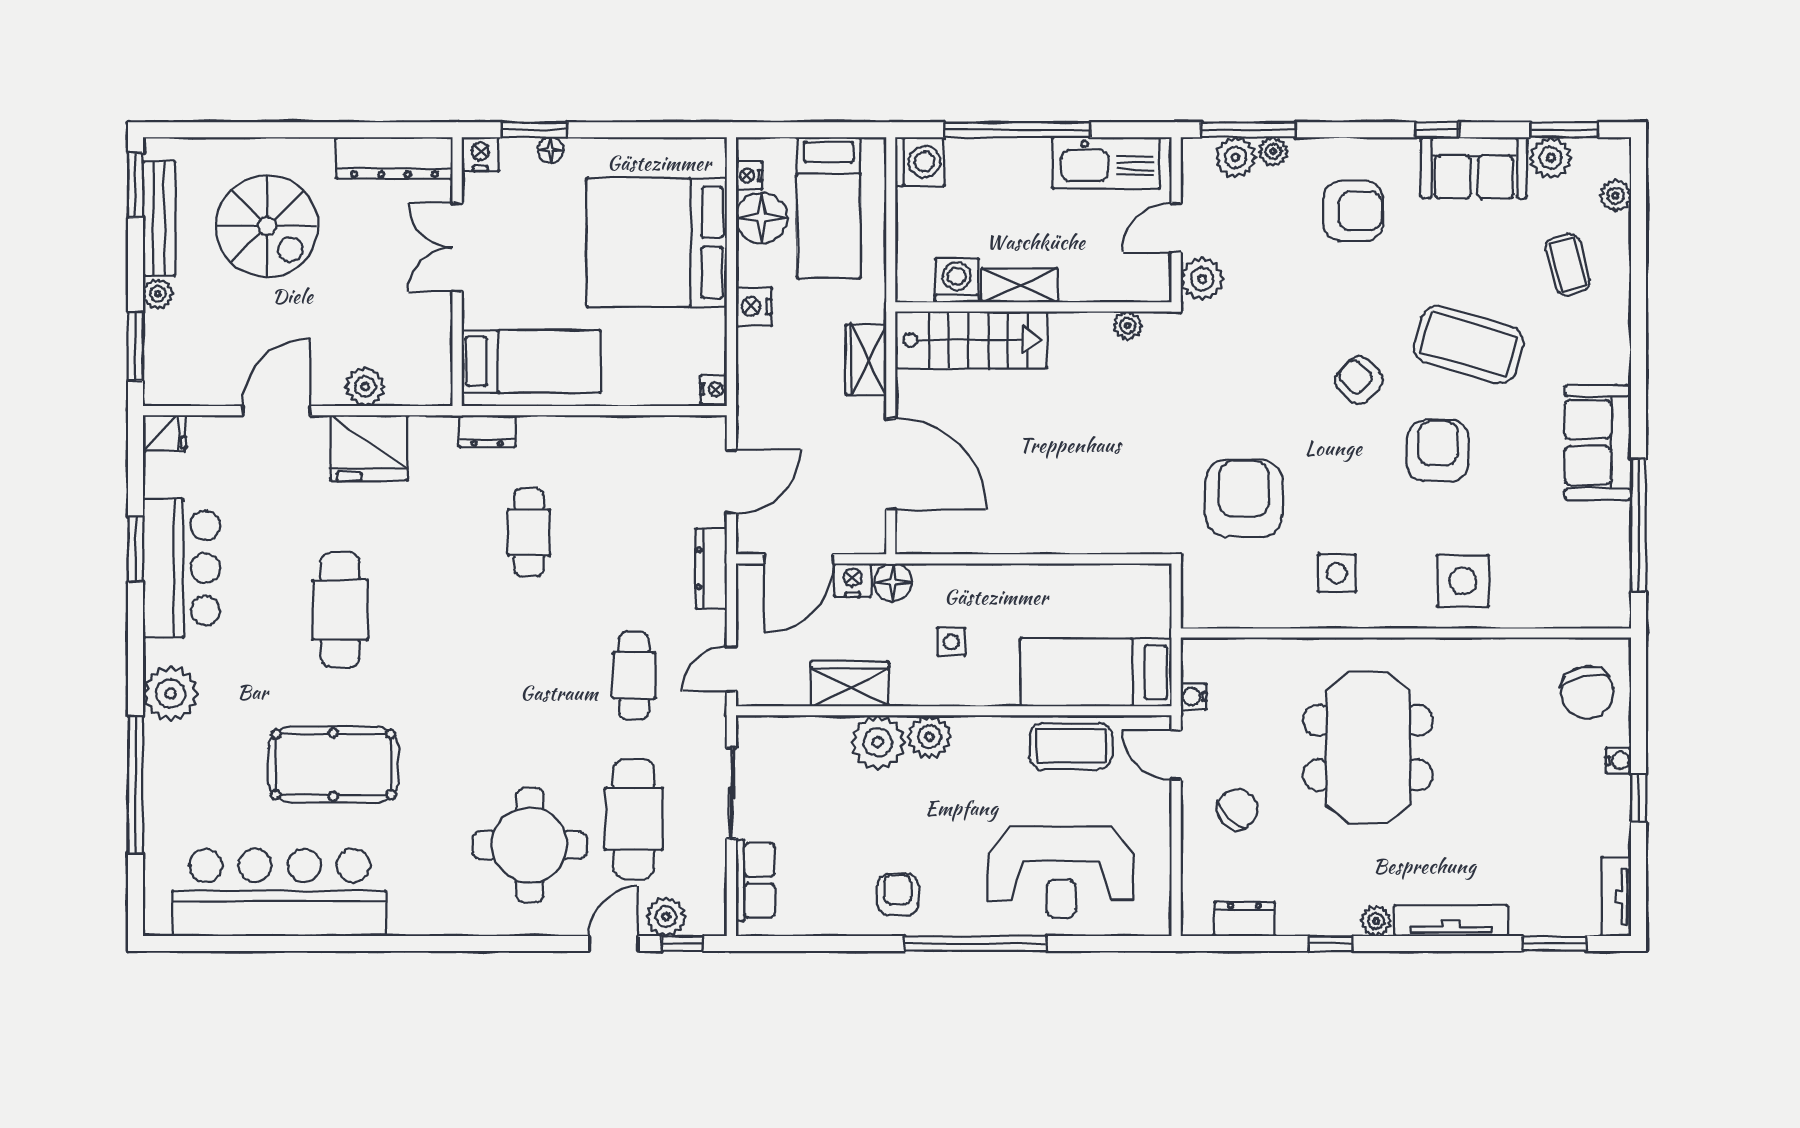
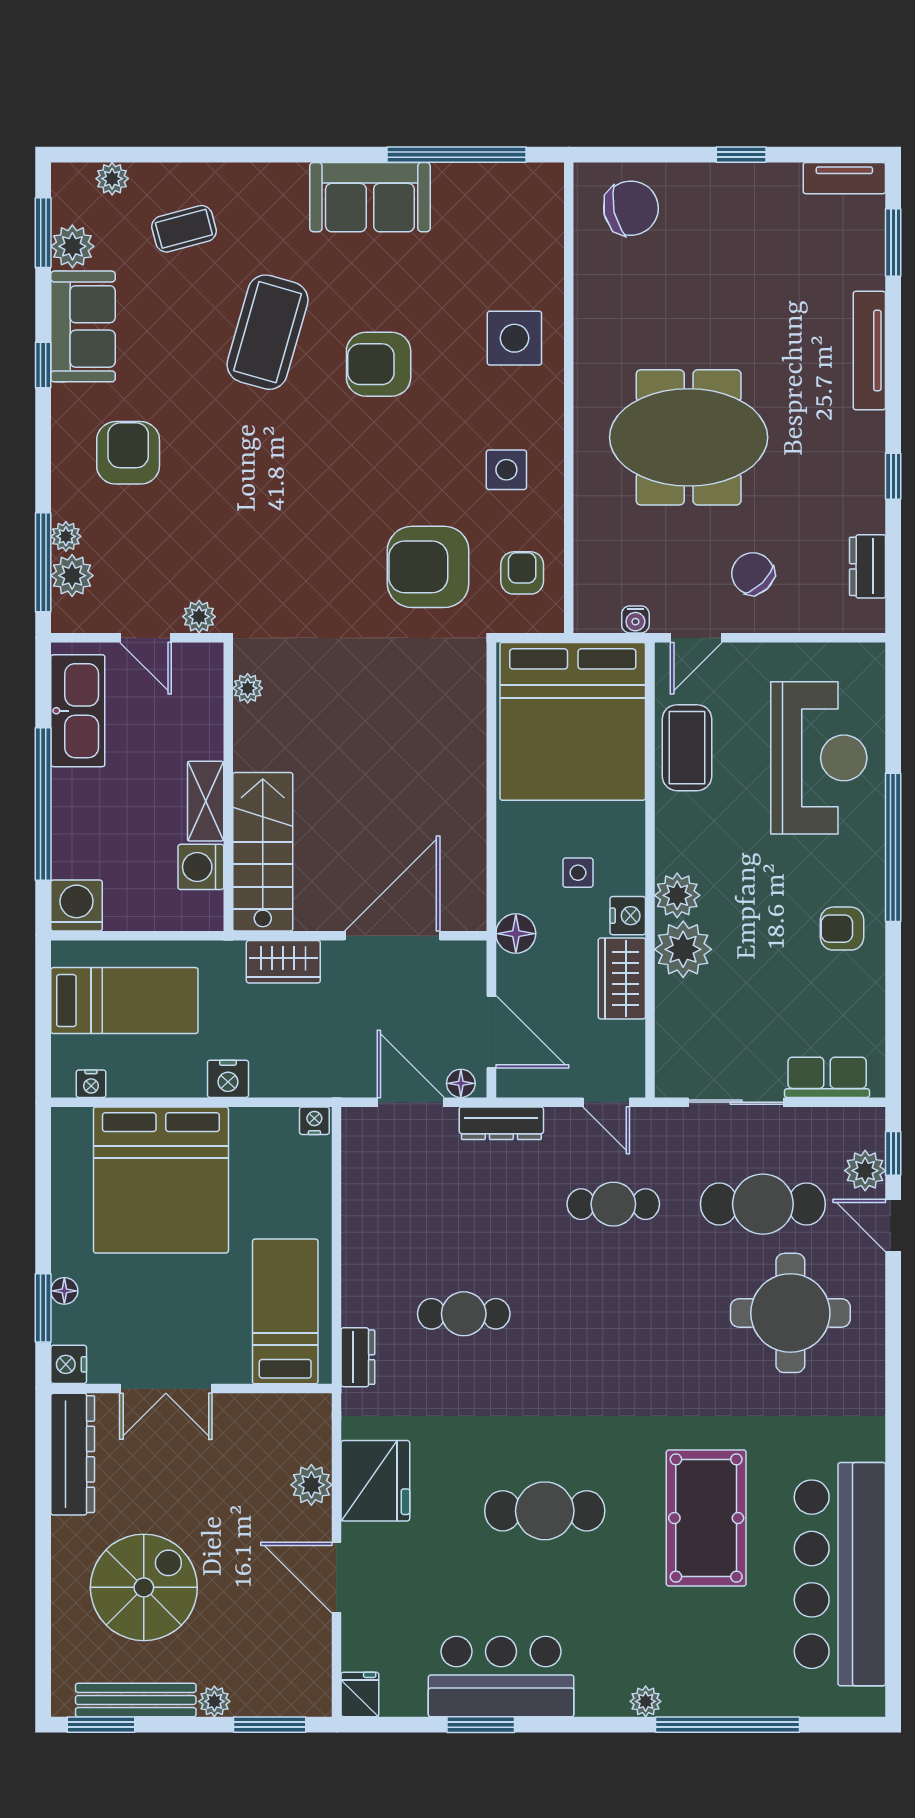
floor lamp: (761, 218) -> (461, 1083), moved, width x0.53, depth x0.53
plant: (1202, 279) -> (199, 617), width x0.73, depth x0.73
armchair: (1359, 380) -> (522, 573), moved, turned 136
nightstand: (853, 580) -> (628, 916), moved, turned 180
bed: (1096, 672) -> (573, 721), width x2.04
plant: (171, 694) -> (646, 1701), width x0.53, depth x0.53
water cooler: (1618, 761) -> (702, 176), removed
plant: (1376, 921) -> (870, 429), removed

